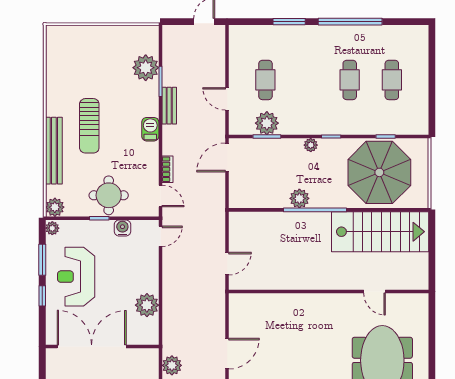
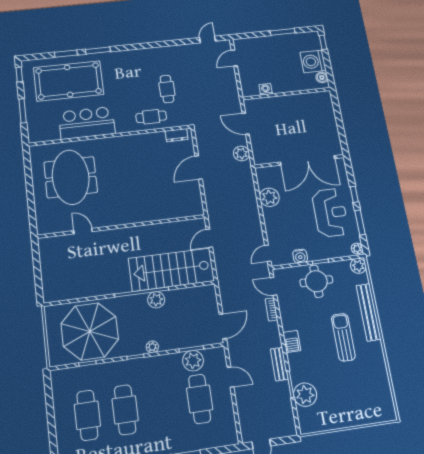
cafe table: (265, 80) -> (200, 399), width x1.37, depth x1.35
cafe table: (350, 80) -> (125, 410), width x1.37, depth x1.35
cafe table: (392, 80) -> (87, 415), width x1.37, depth x1.35
stairs: (380, 232) -> (171, 270), moved

